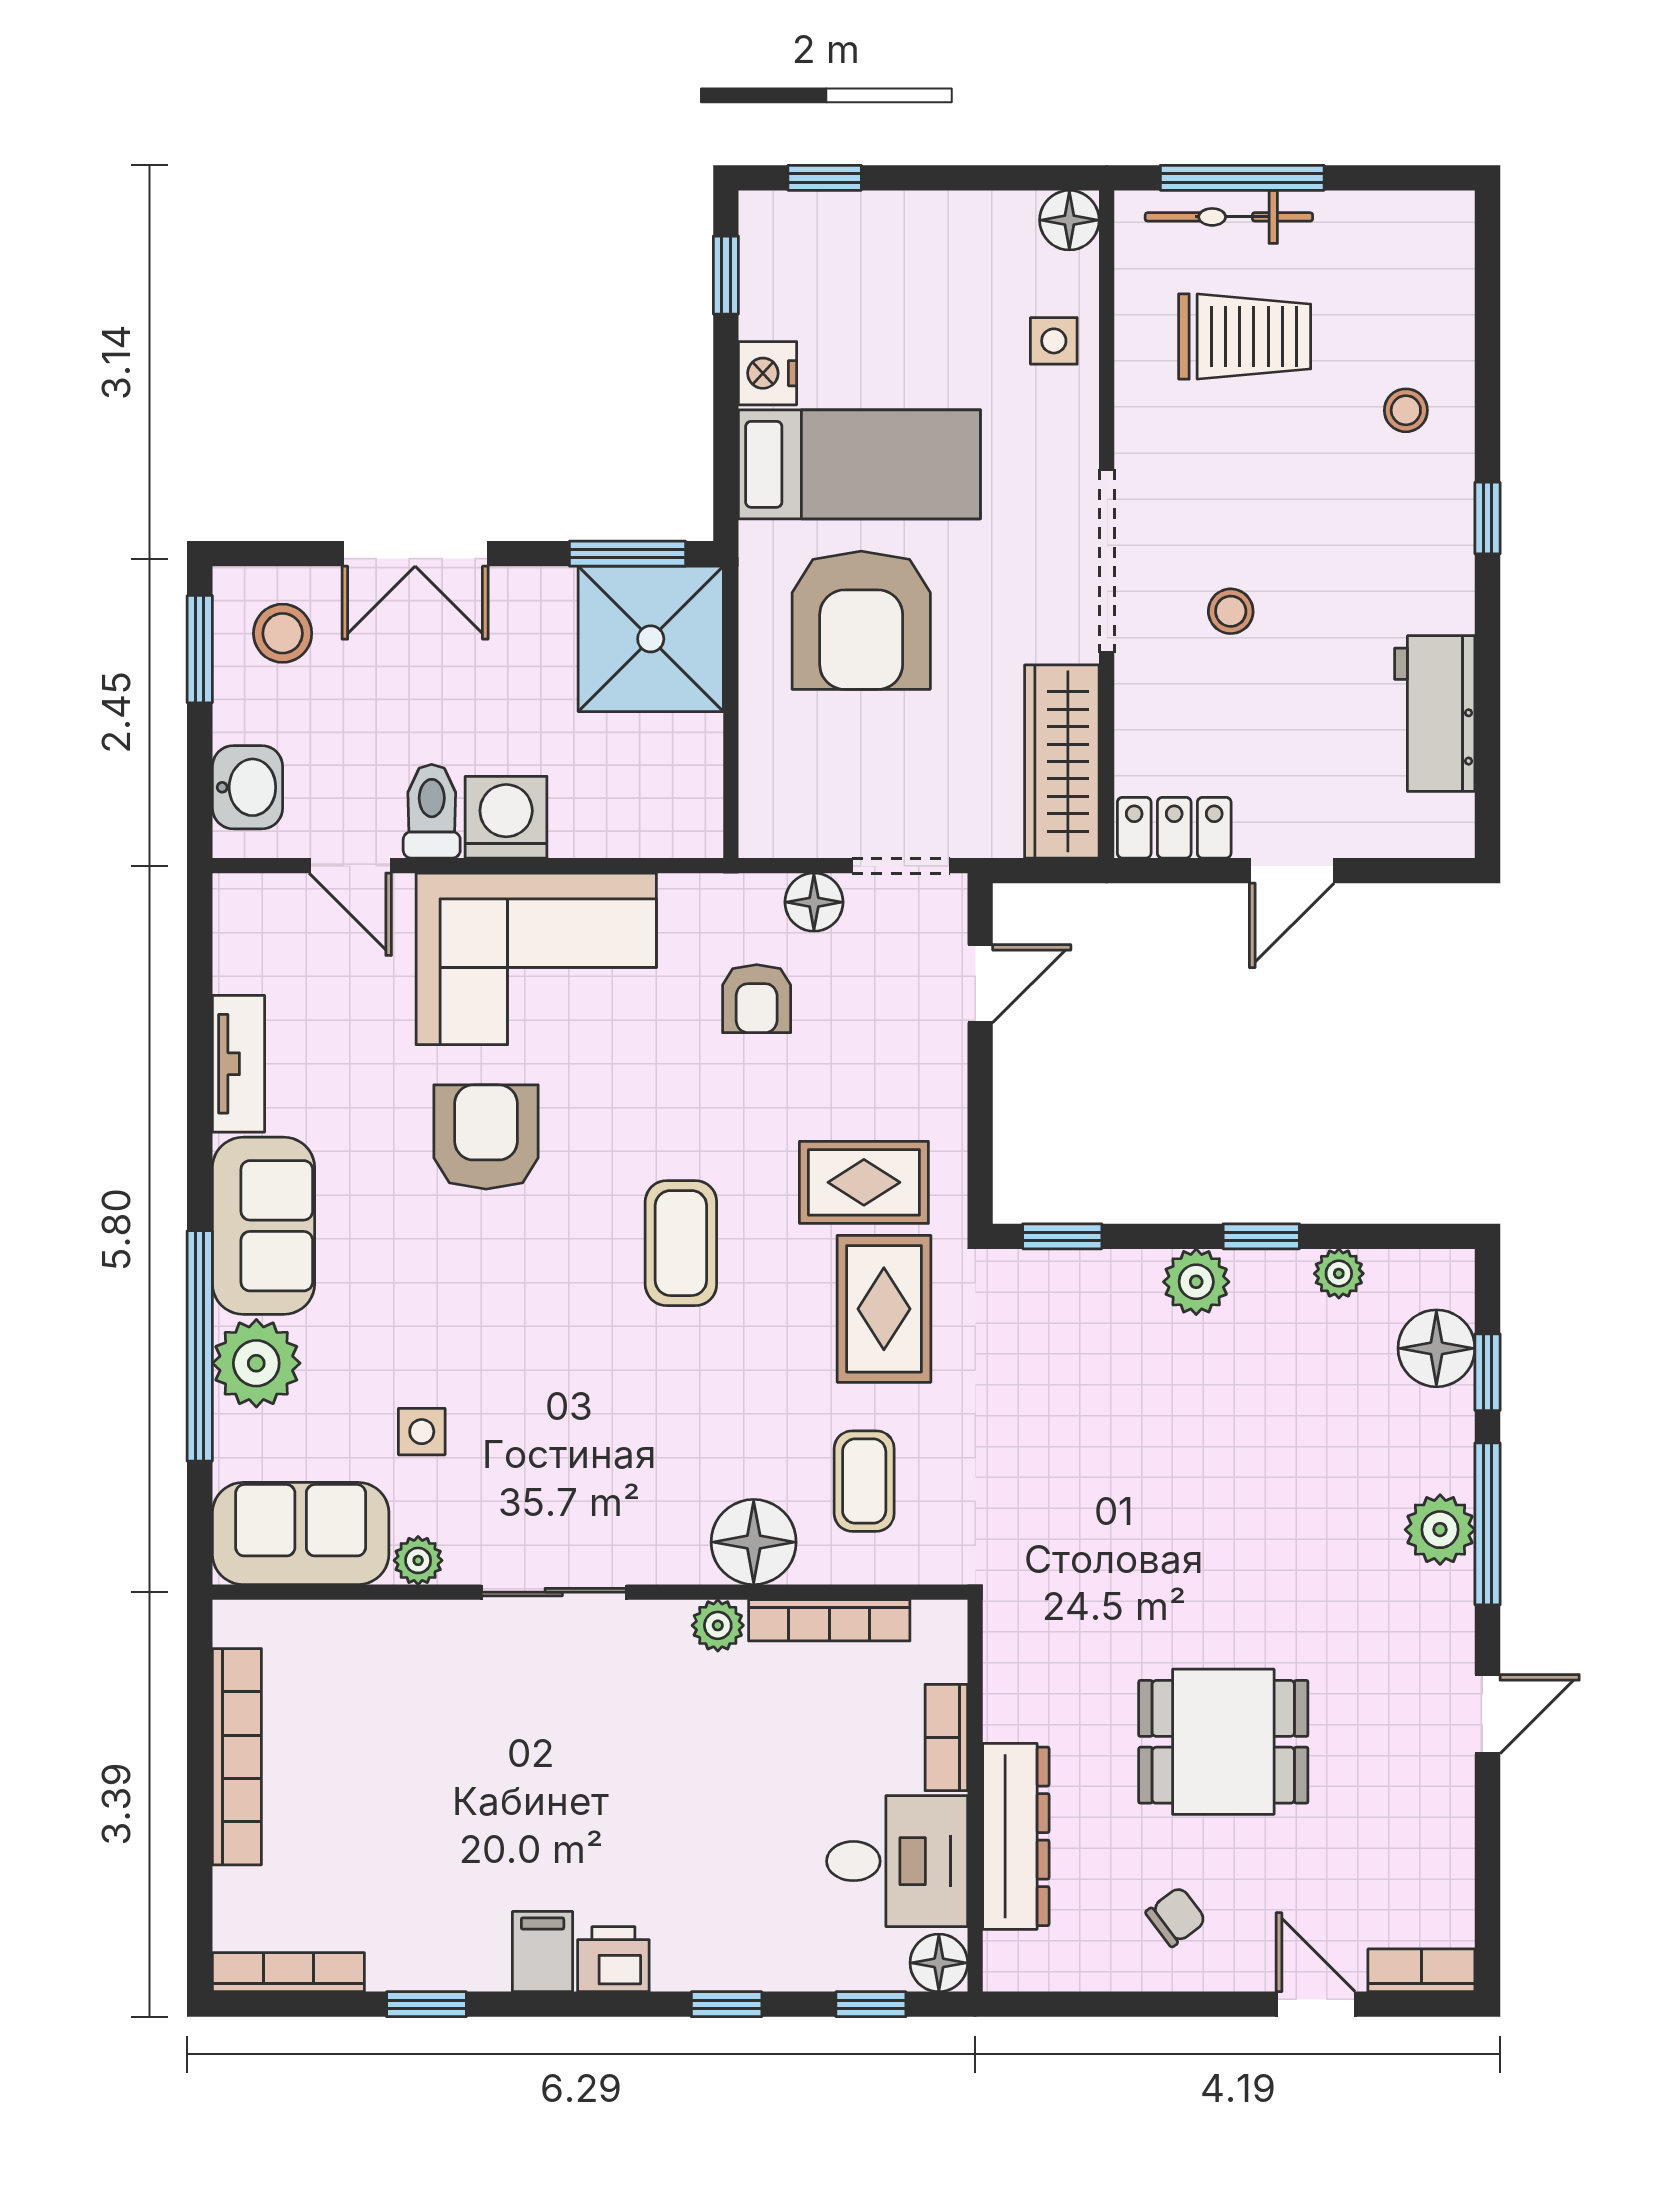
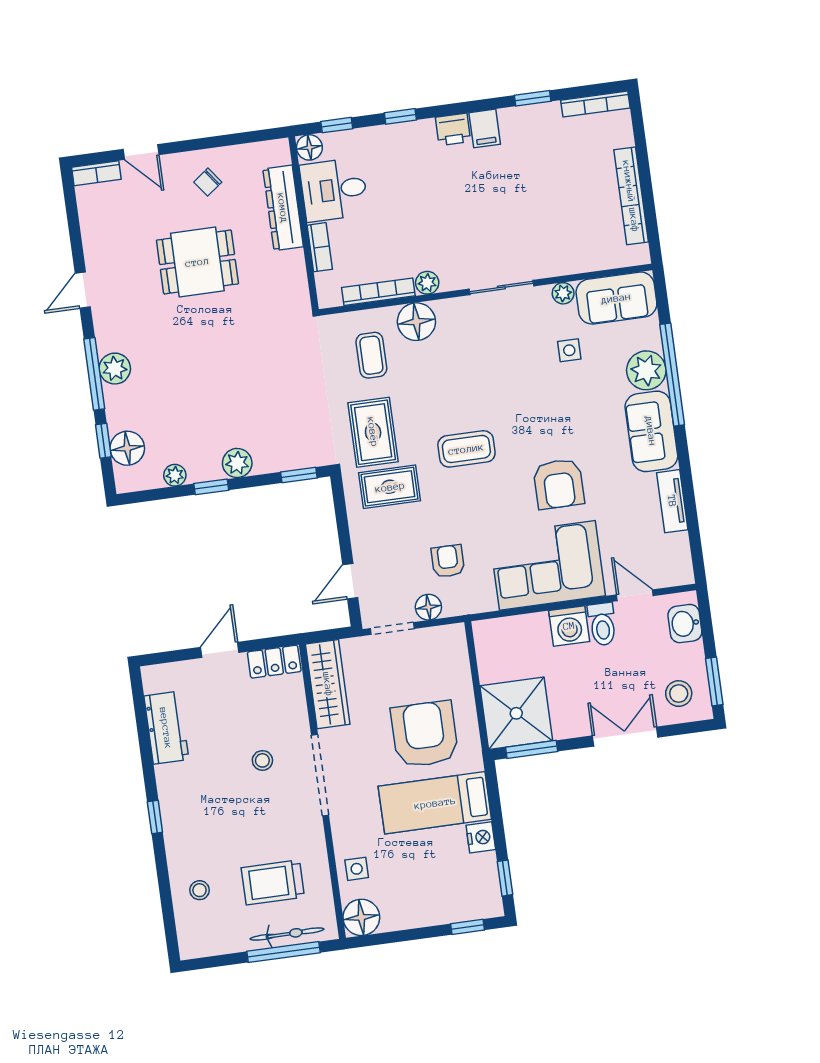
floor lamp: (1069, 220) -> (361, 917), width x1.38, depth x1.38
stool: (1406, 410) -> (199, 890), moved
coffee table: (681, 1243) -> (466, 449), turned 90

